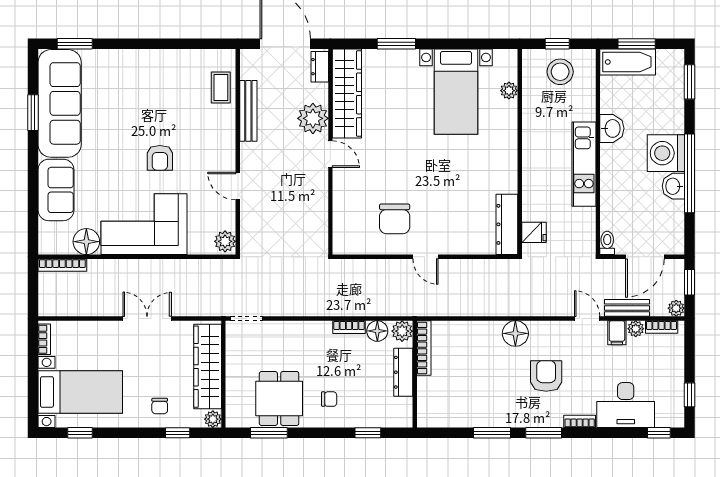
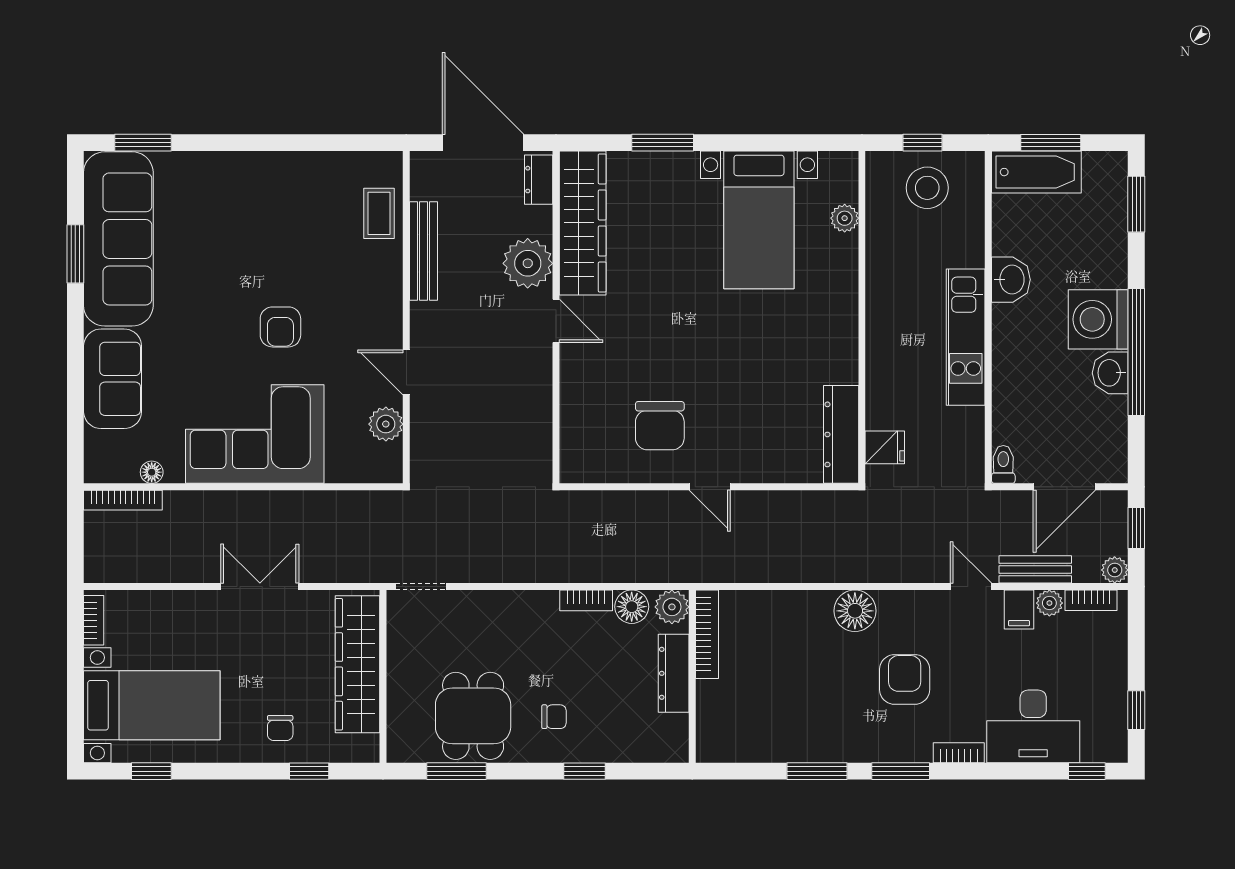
plant: (225, 241) -> (386, 424), moved
floor lamp: (86, 242) -> (152, 472), width x0.53, depth x0.53
plant: (213, 419) -> (366, 749), removed
window: (368, 433) -> (585, 771), moved

